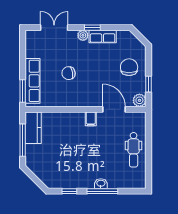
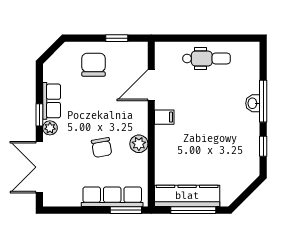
double door: (54, 28) -> (39, 167), width x1.37
chair: (129, 67) -> (93, 65), turned 90
plant: (139, 100) -> (139, 144), moved
kitchen counter: (33, 128) -> (187, 196), width x1.50

